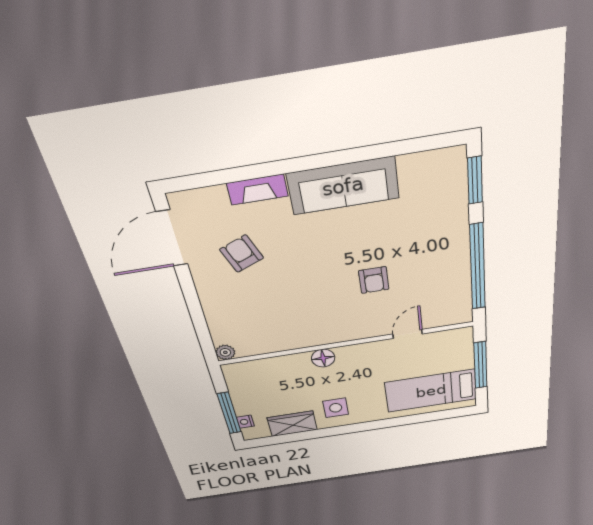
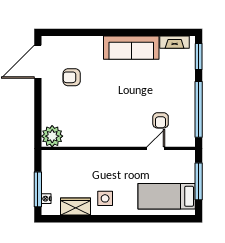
fireplace: (257, 190) -> (175, 42), moved
armchair: (242, 254) -> (72, 77), turned -68
armchair: (374, 280) -> (161, 120), moved
plant: (225, 352) -> (52, 136), width x1.87, depth x1.87
floor lamp: (323, 358) -> (104, 157), removed

